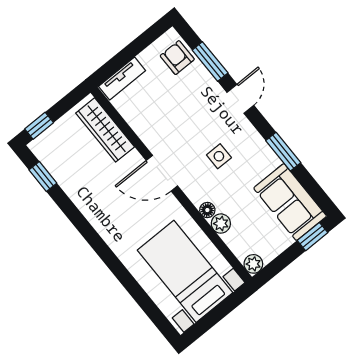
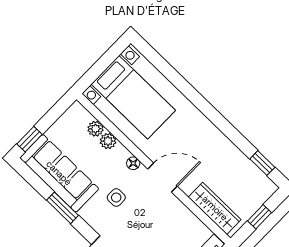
window: (39, 126) -> (260, 217), moved
sofa: (290, 202) -> (59, 173), width x1.36
floor lamp: (207, 210) -> (133, 163), moved
plant: (253, 264) -> (96, 129), moved

